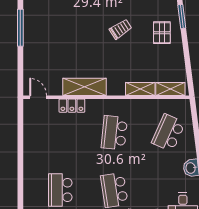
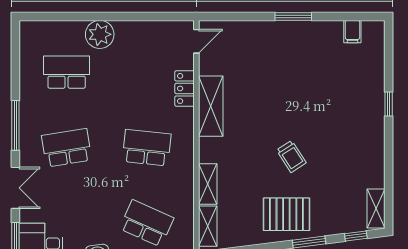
window: (20, 28) -> (293, 16), width x0.69
pallet: (162, 33) -> (286, 214), width x1.50, depth x1.42
plant: (33, 166) -> (100, 34), added

